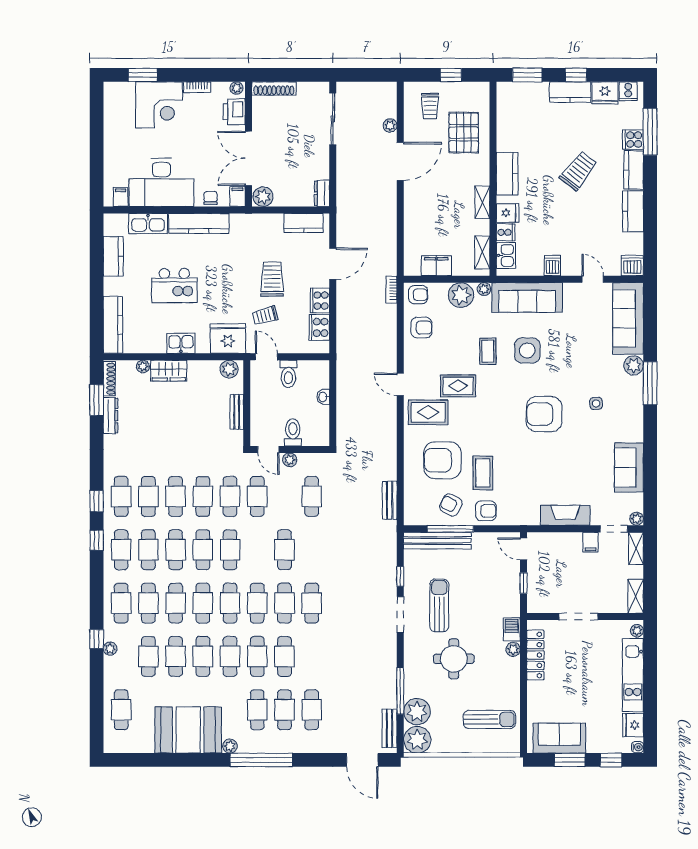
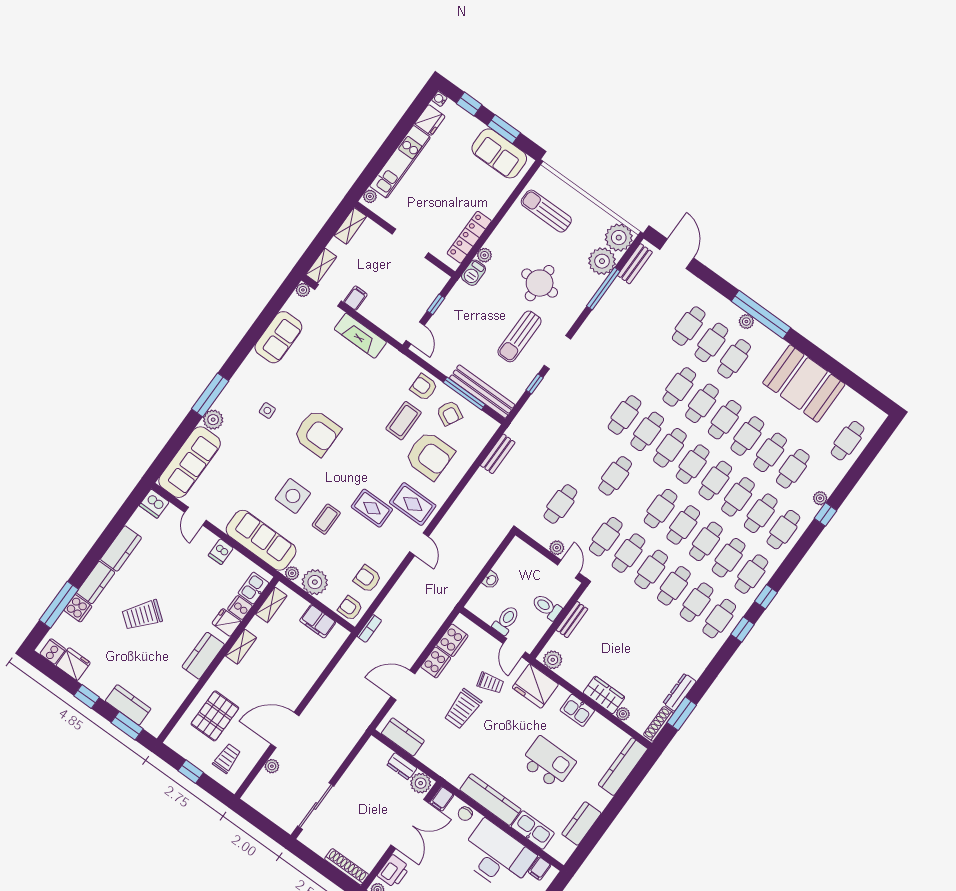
kitchen counter: (570, 92) -> (128, 705), moved
dresser: (322, 193) -> (402, 766), moved, turned 90
toilet: (293, 432) -> (547, 607), moved, turned 90
plant: (230, 746) -> (746, 322), moved

